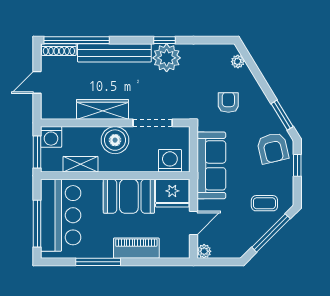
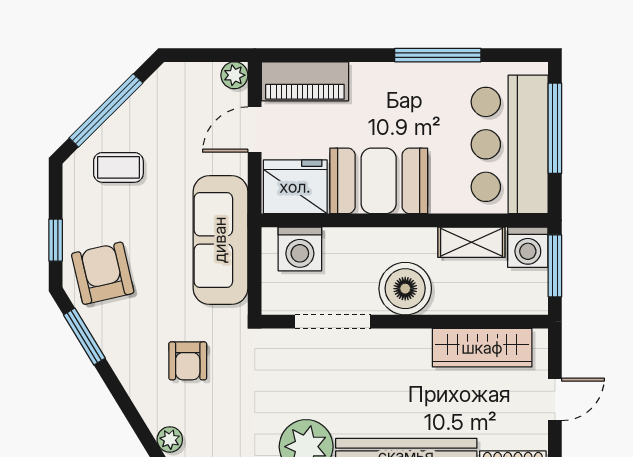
wardrobe: (102, 109) -> (482, 348), moved
washing machine: (51, 137) -> (528, 247), moved, turned 180
piano: (136, 248) -> (305, 81), moved

